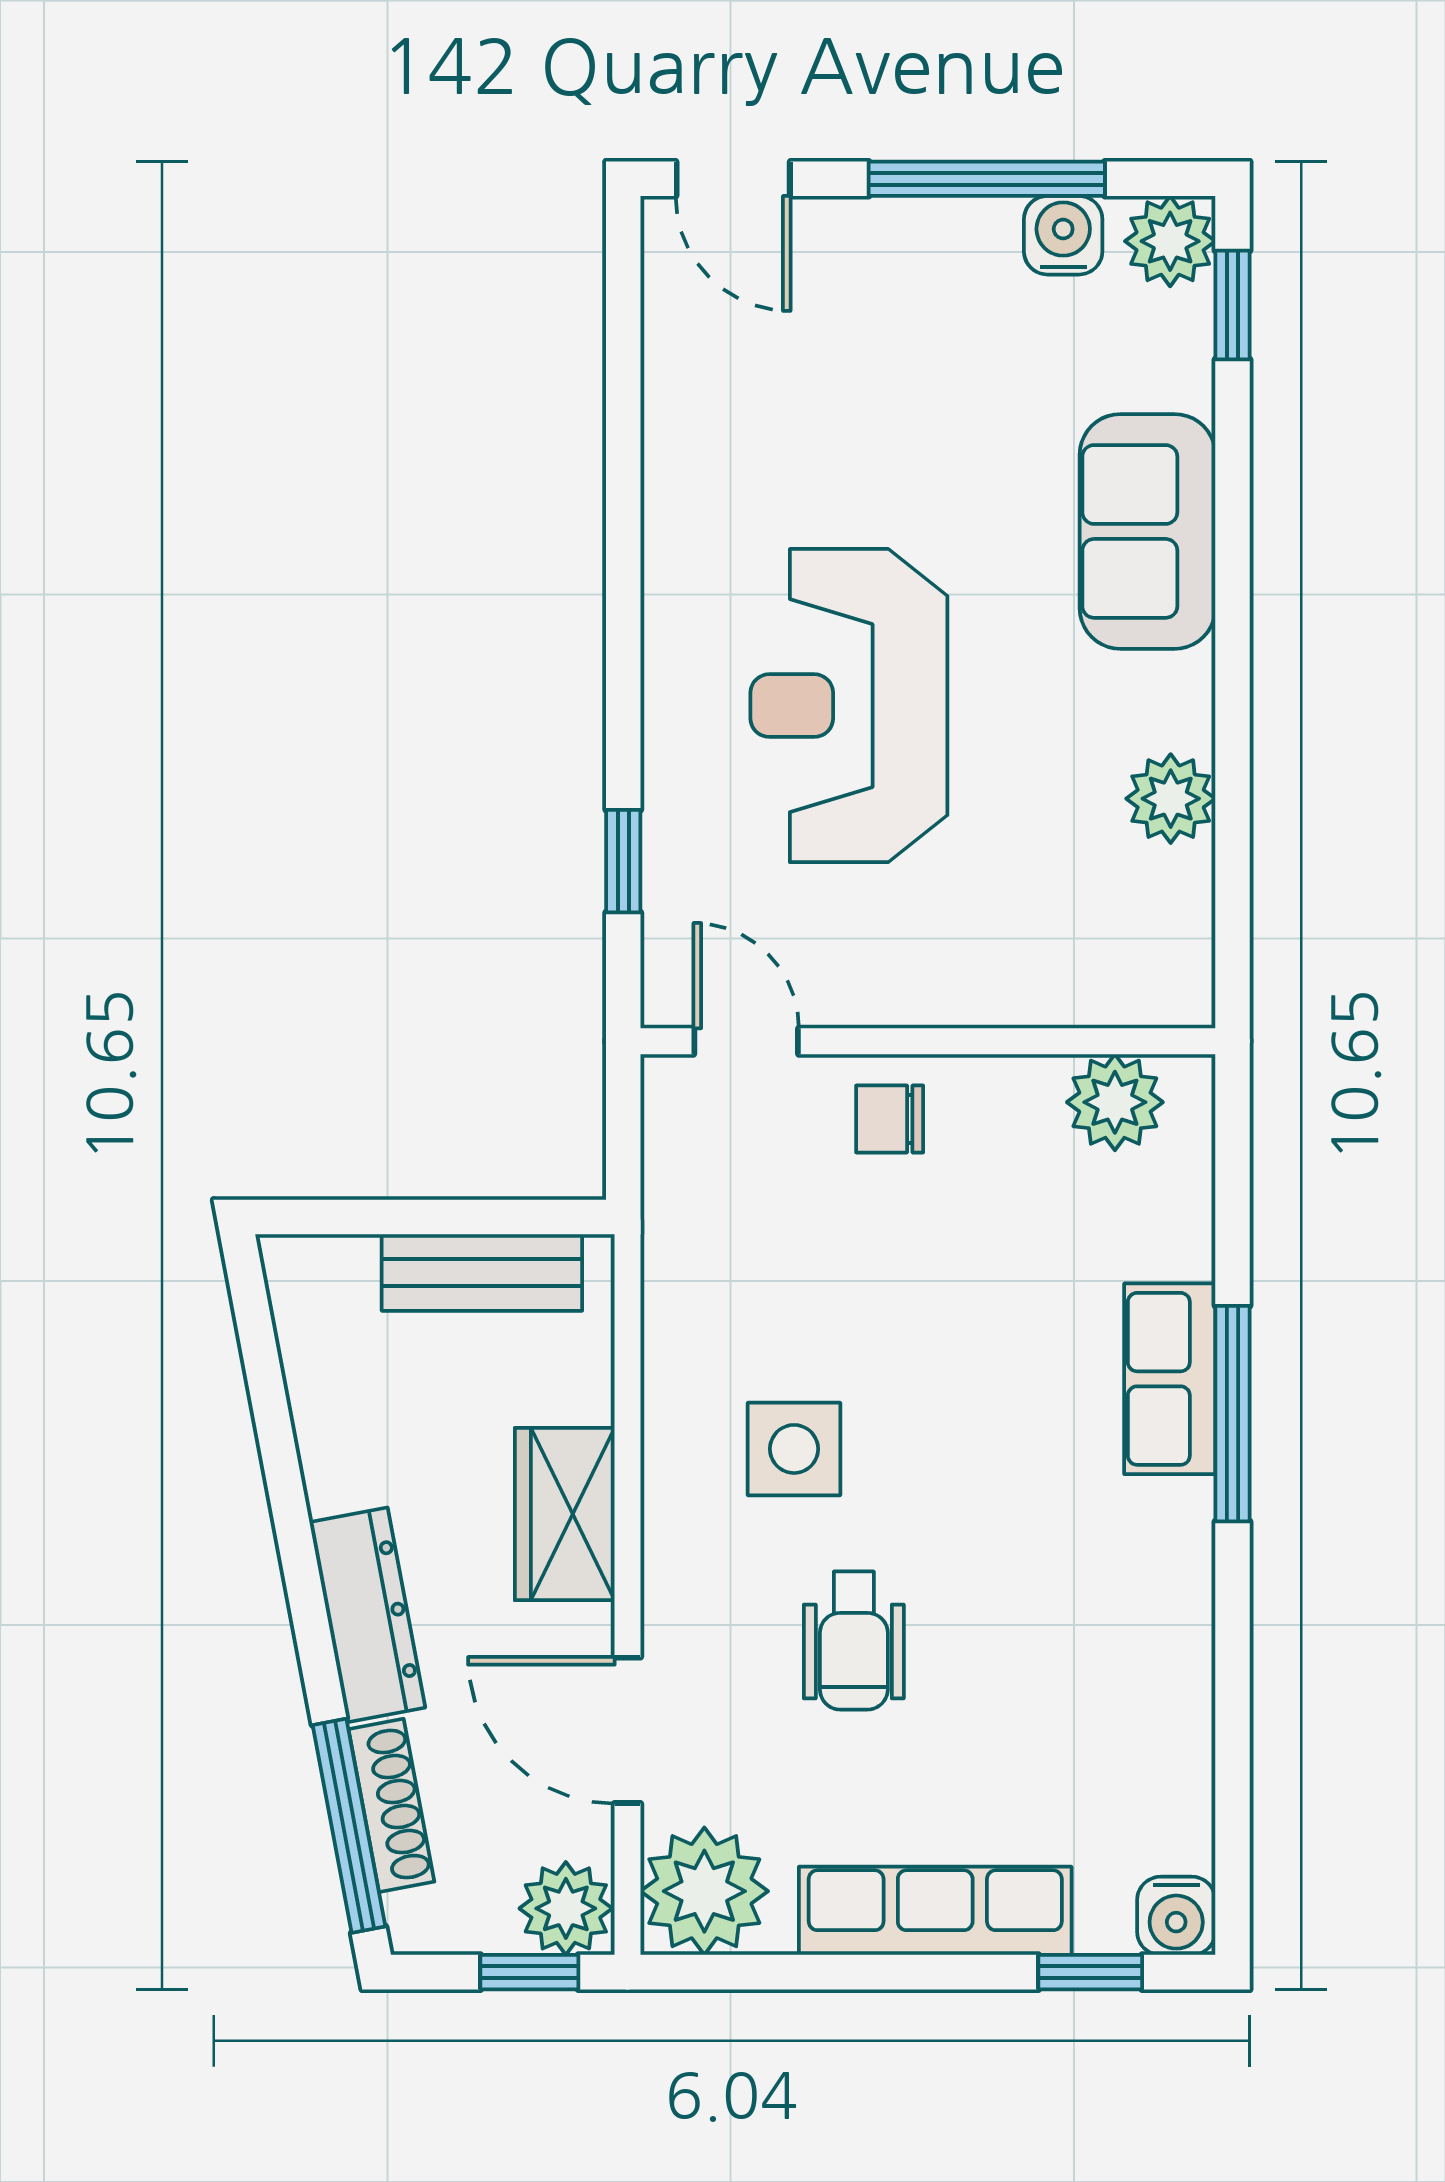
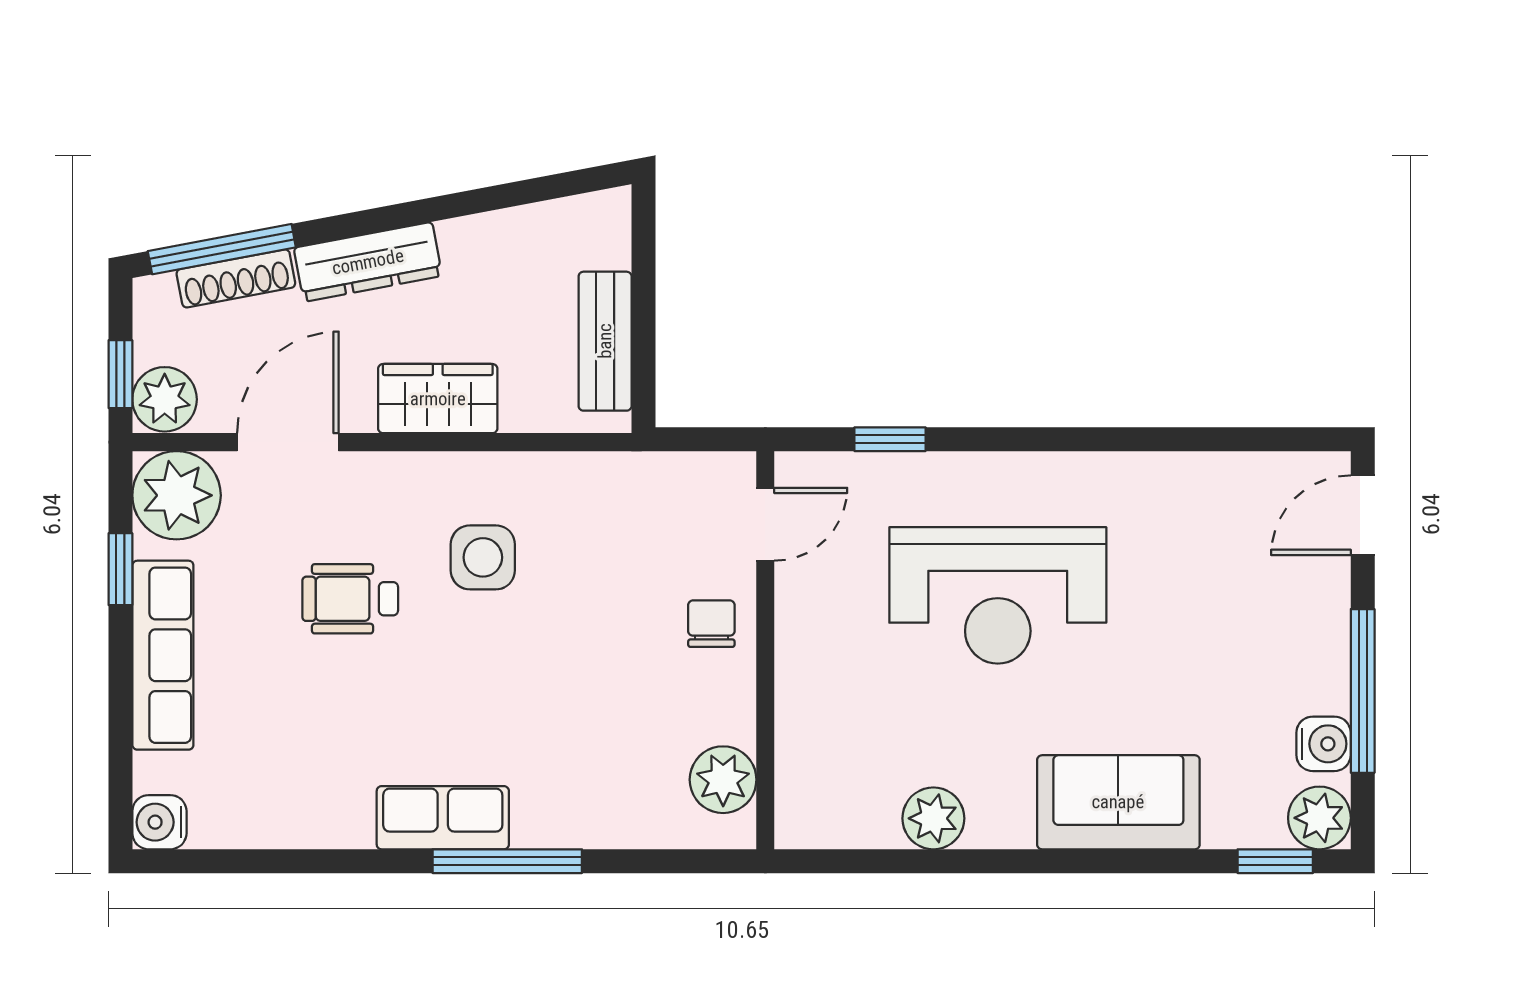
reception desk: (849, 706) -> (998, 595), turned 180
row of seats: (1170, 1379) -> (443, 818), moved
window: (1090, 1972) -> (120, 569), moved

